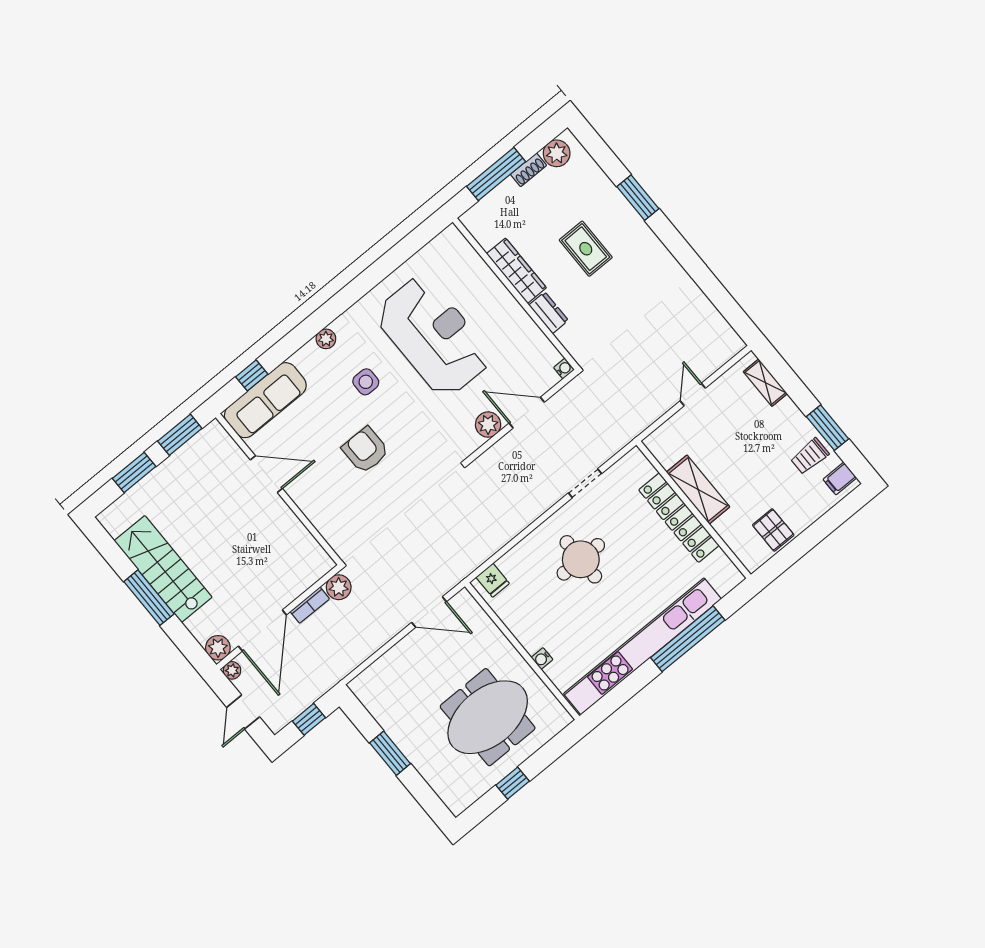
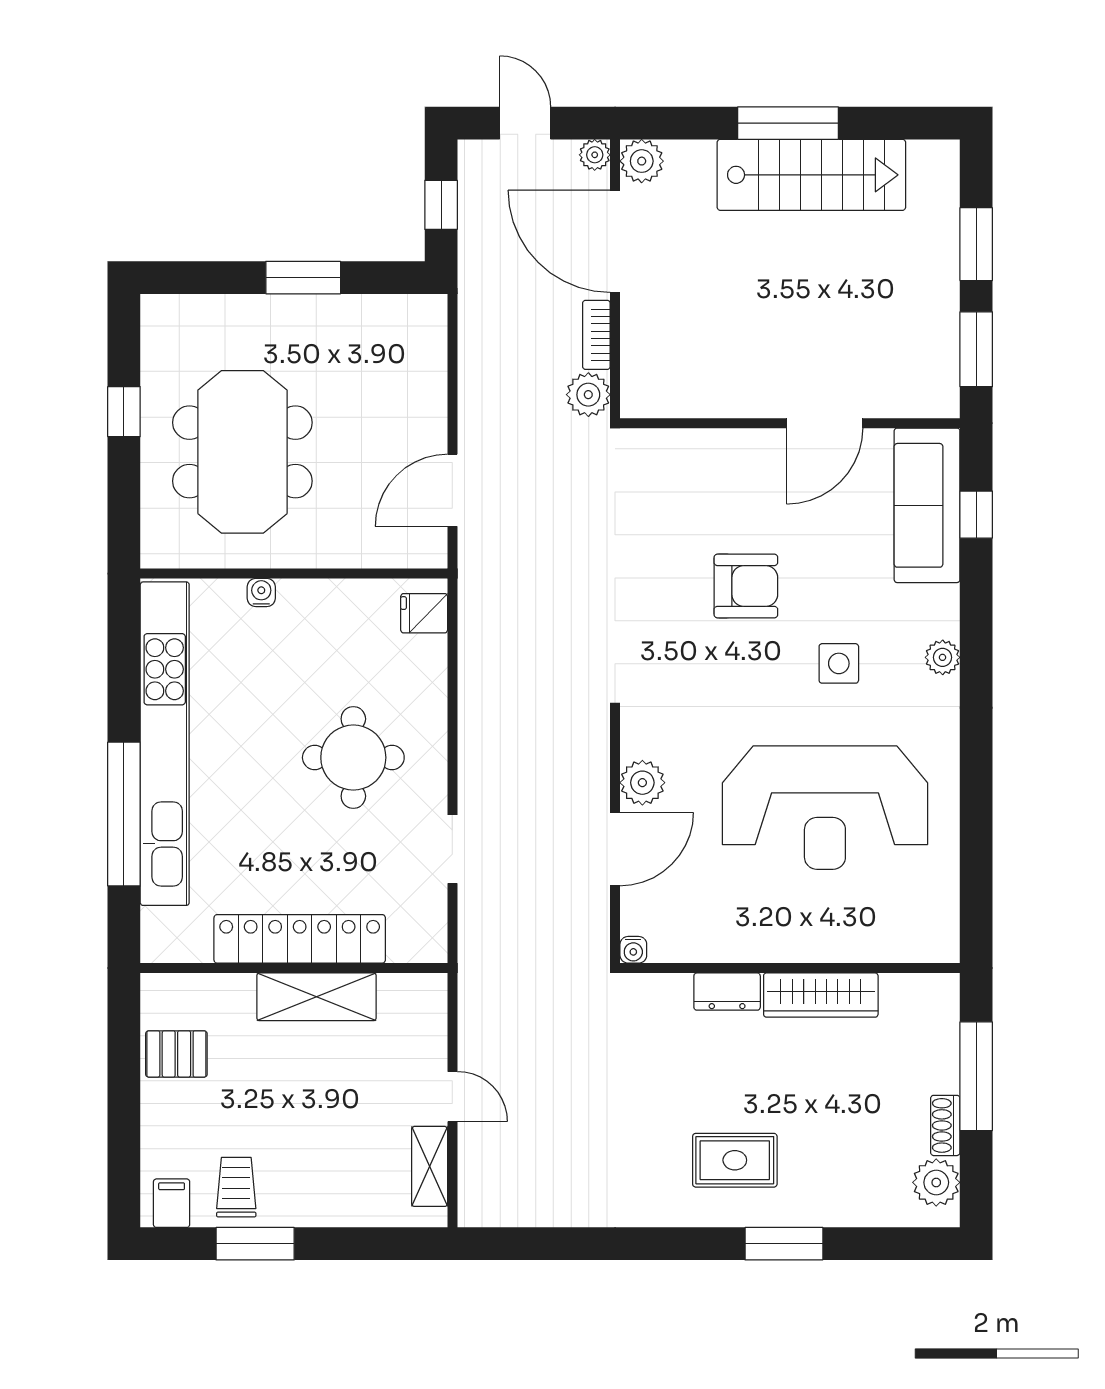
rug: (586, 249) -> (735, 1160), moved
shelving: (765, 383) -> (430, 1166), moved, turned 90

